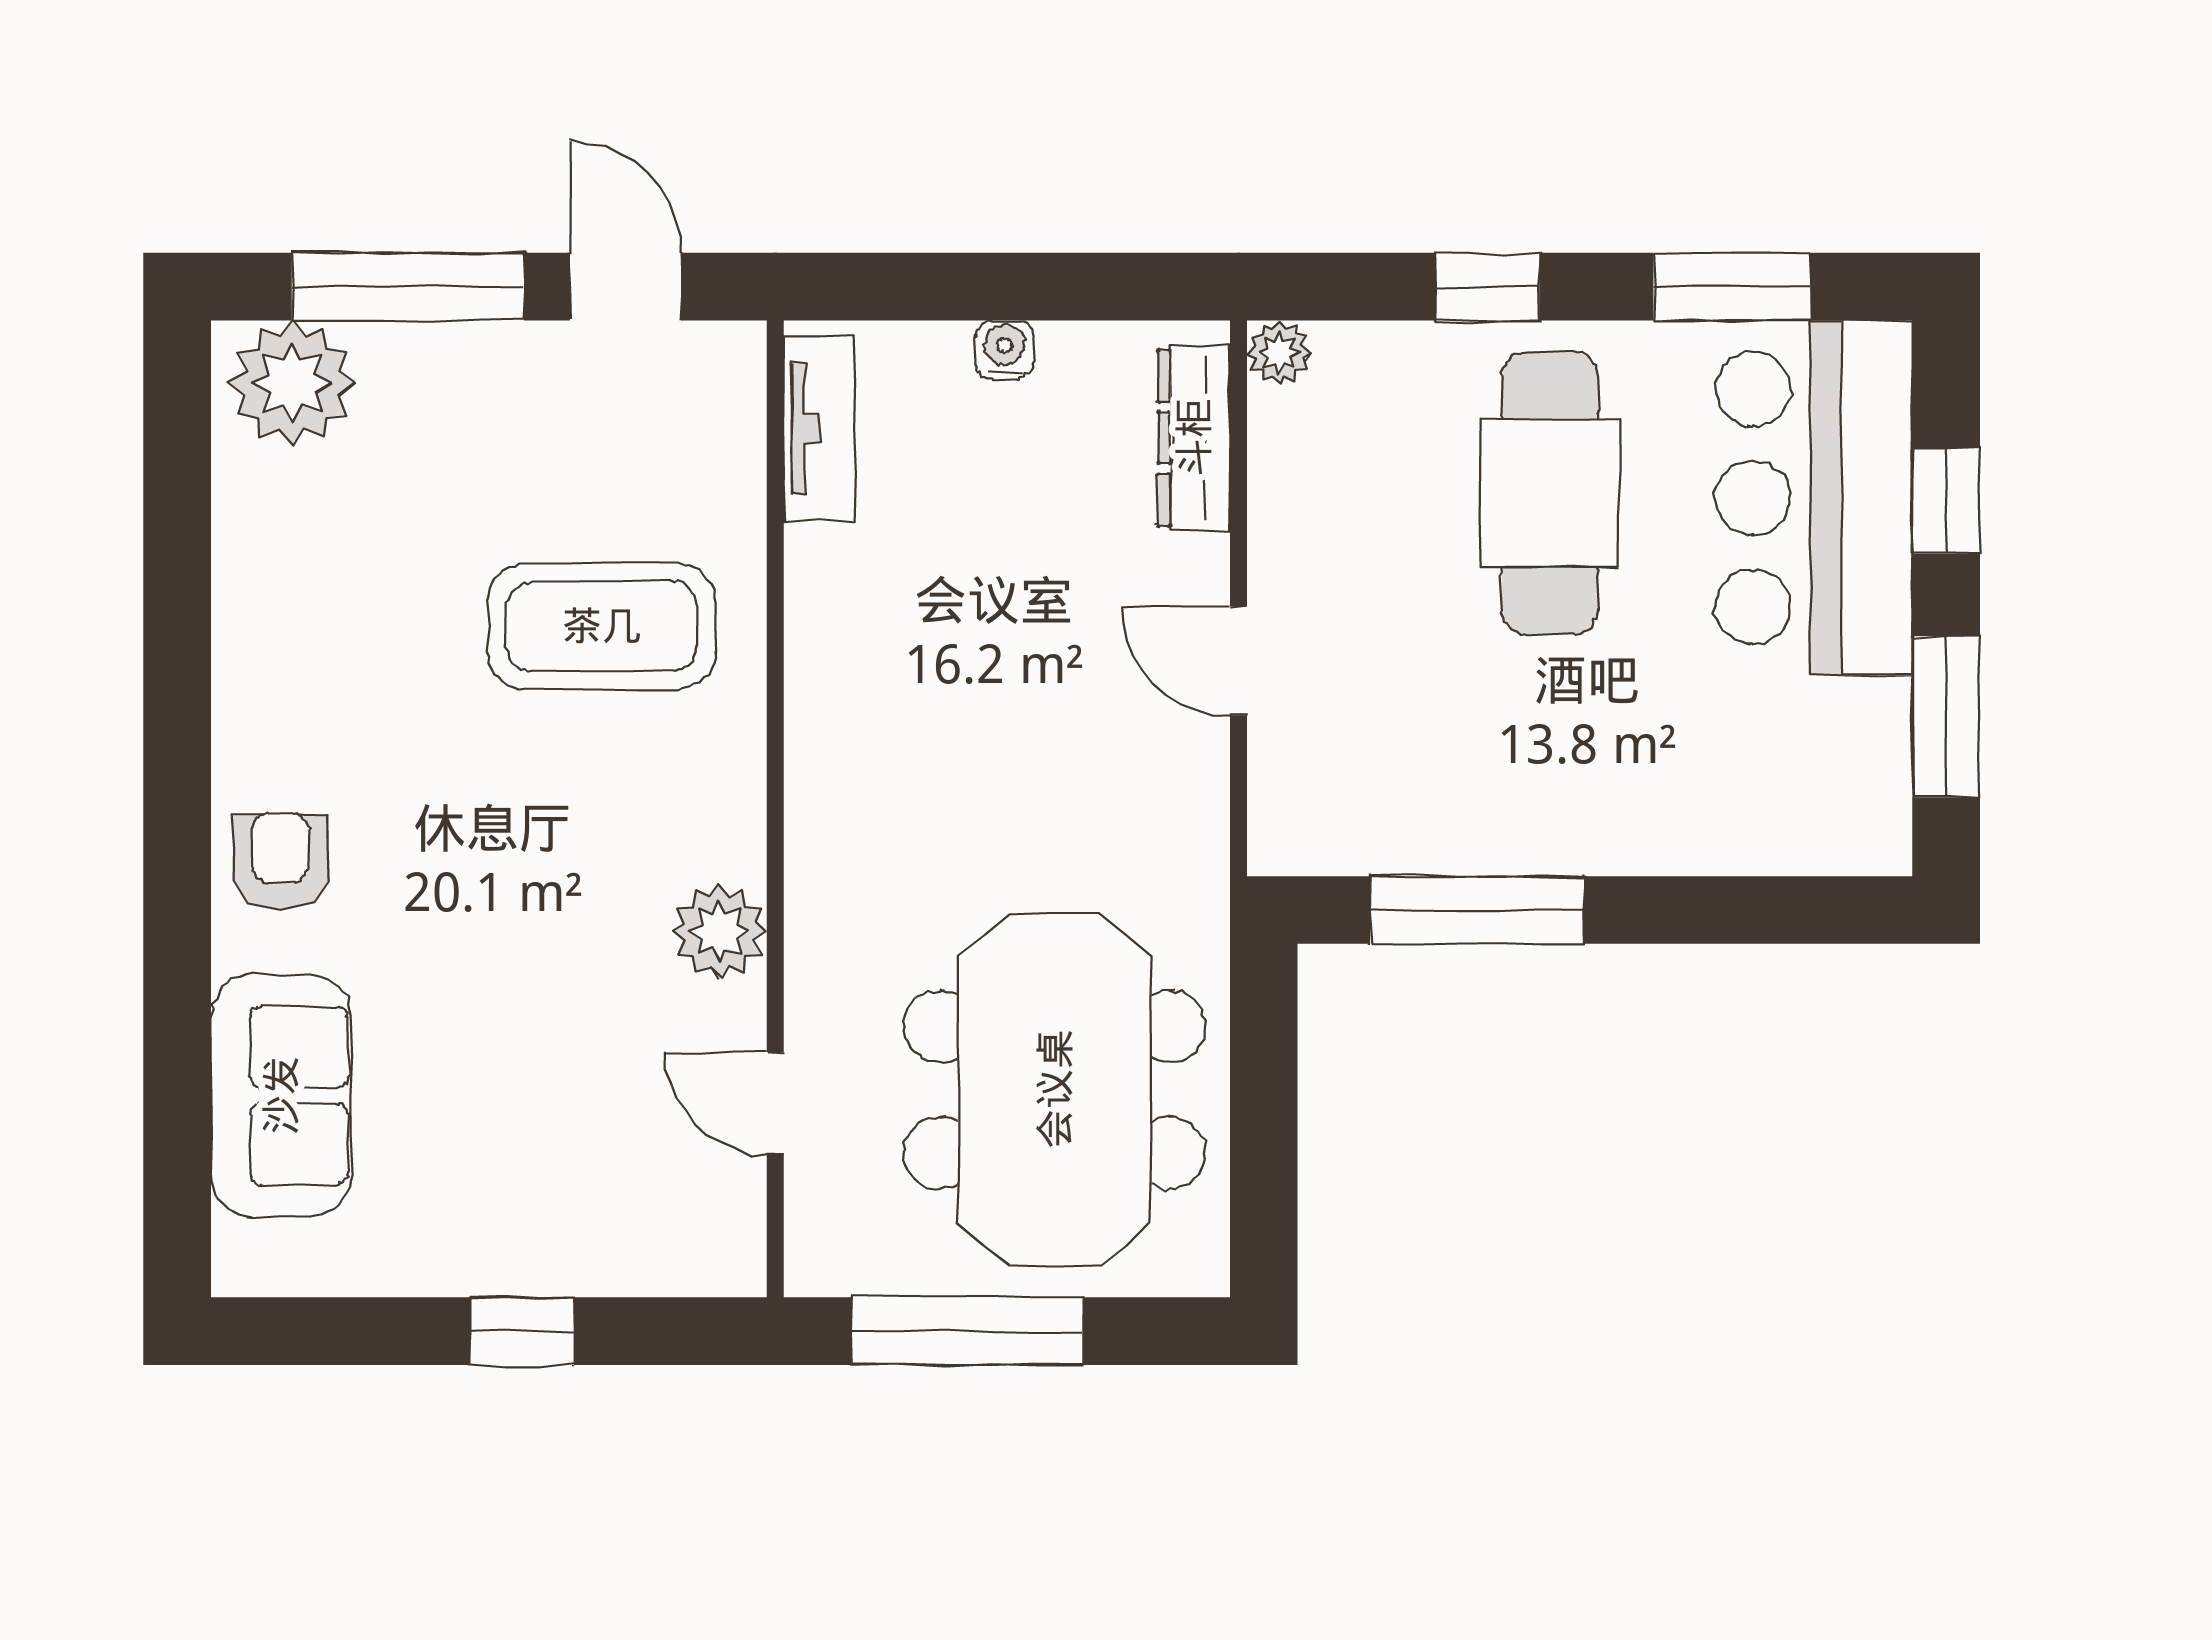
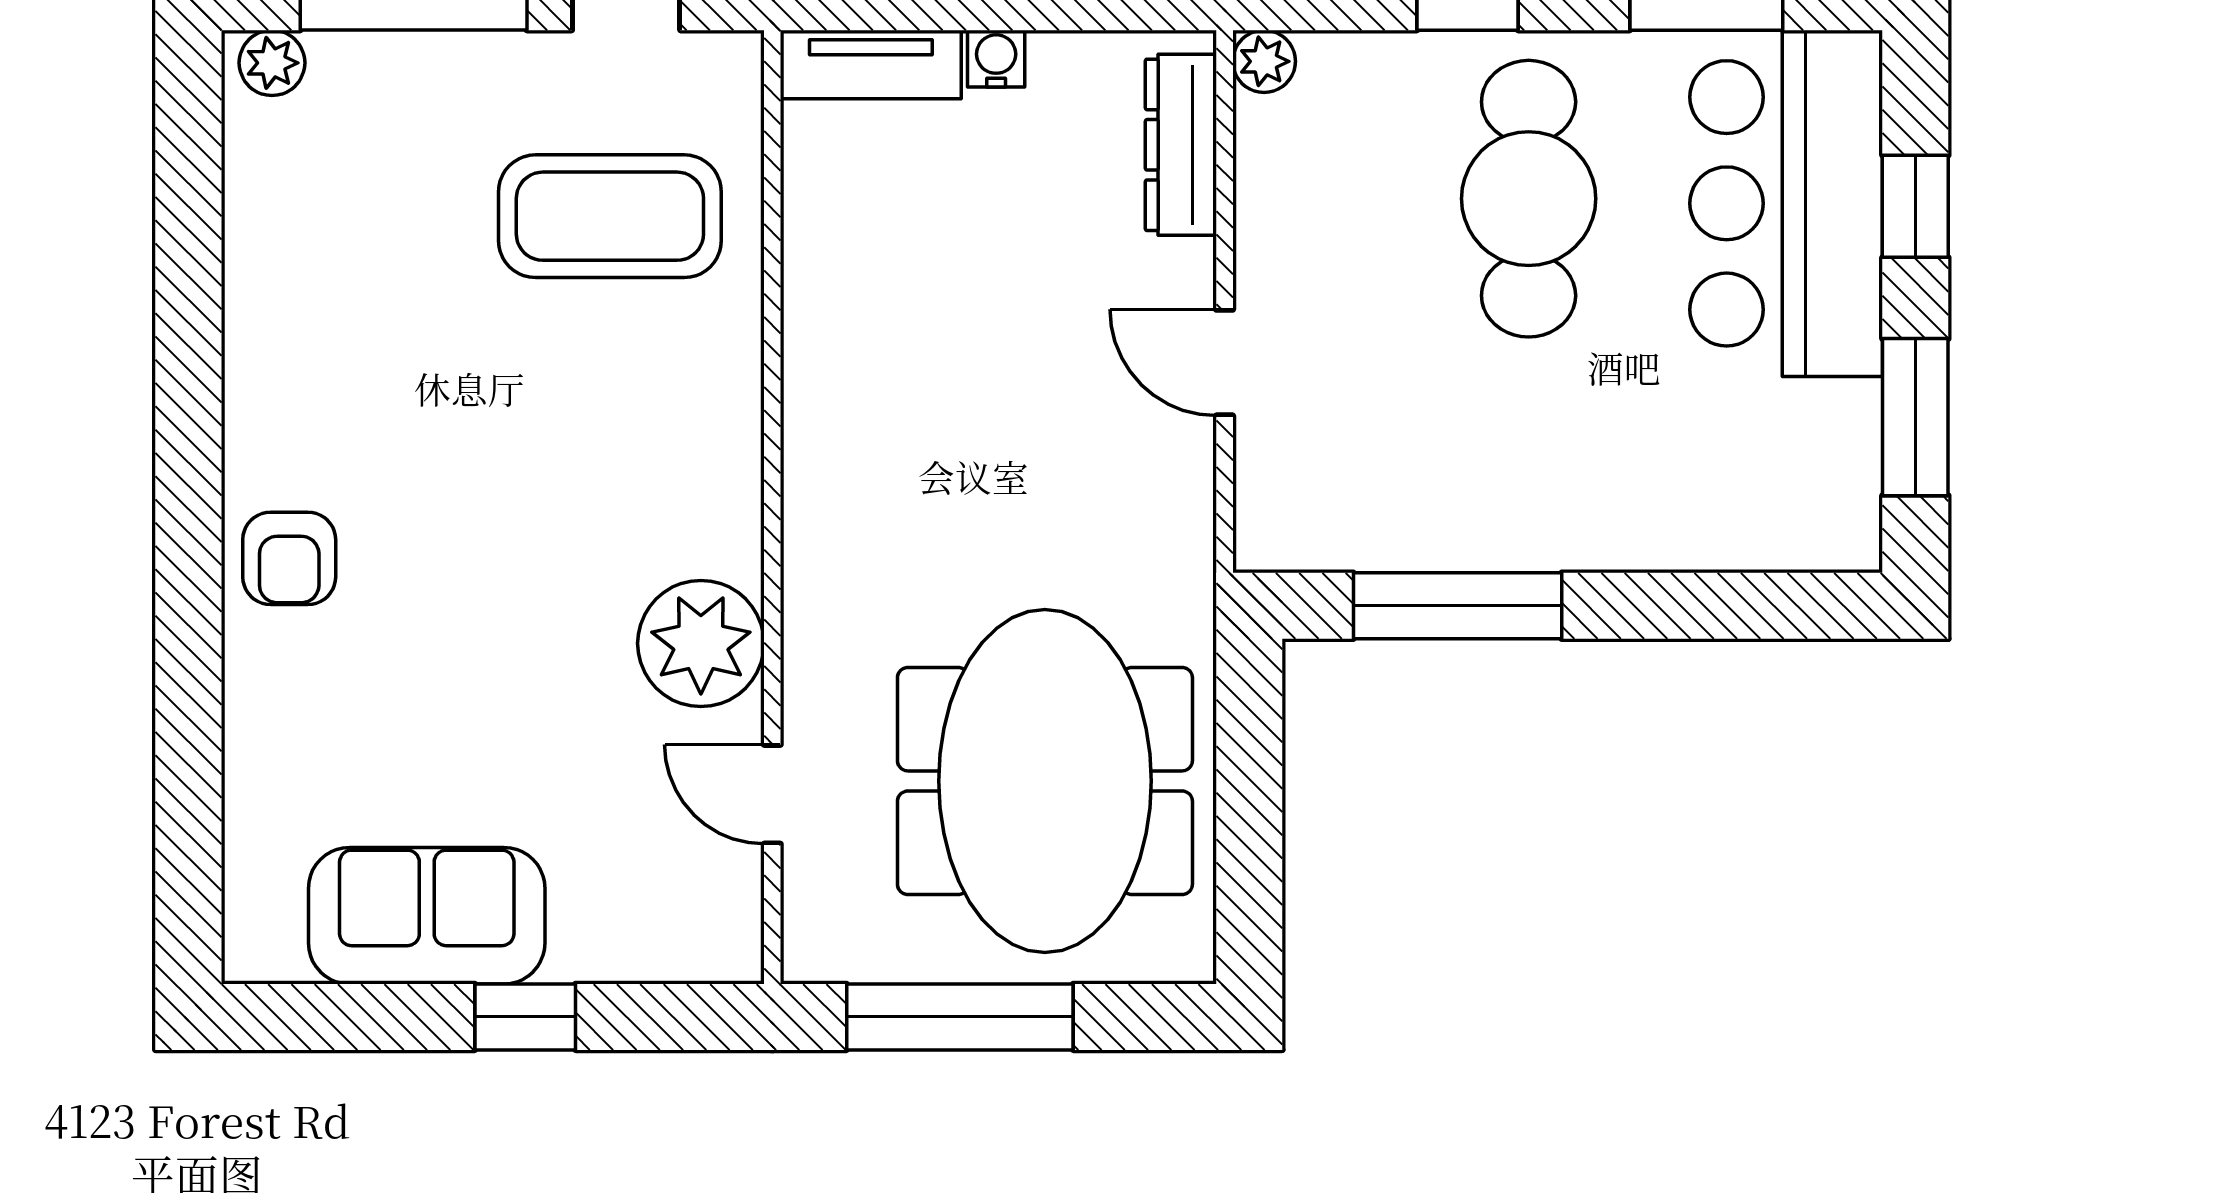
plant: (292, 383) -> (272, 63), width x0.53, depth x0.53
tv unit: (819, 428) -> (871, 65), moved, turned 90
coffee table: (602, 626) -> (610, 216), moved
armchair: (280, 861) -> (289, 558), turned 180
plant: (719, 931) -> (701, 643), width x1.36, depth x1.36
sofa: (281, 1095) -> (427, 916), moved, turned -90

